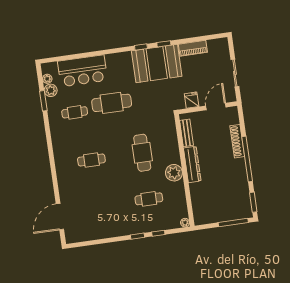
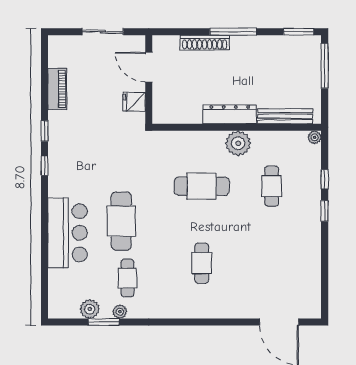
booth: (157, 64) -> (72, 146), removed
bar counter: (83, 71) -> (67, 233), moved
plant: (47, 79) -> (120, 312), moved
bench: (187, 133) -> (285, 116), moved, width x1.36
window: (247, 159) -> (233, 32), width x0.68

